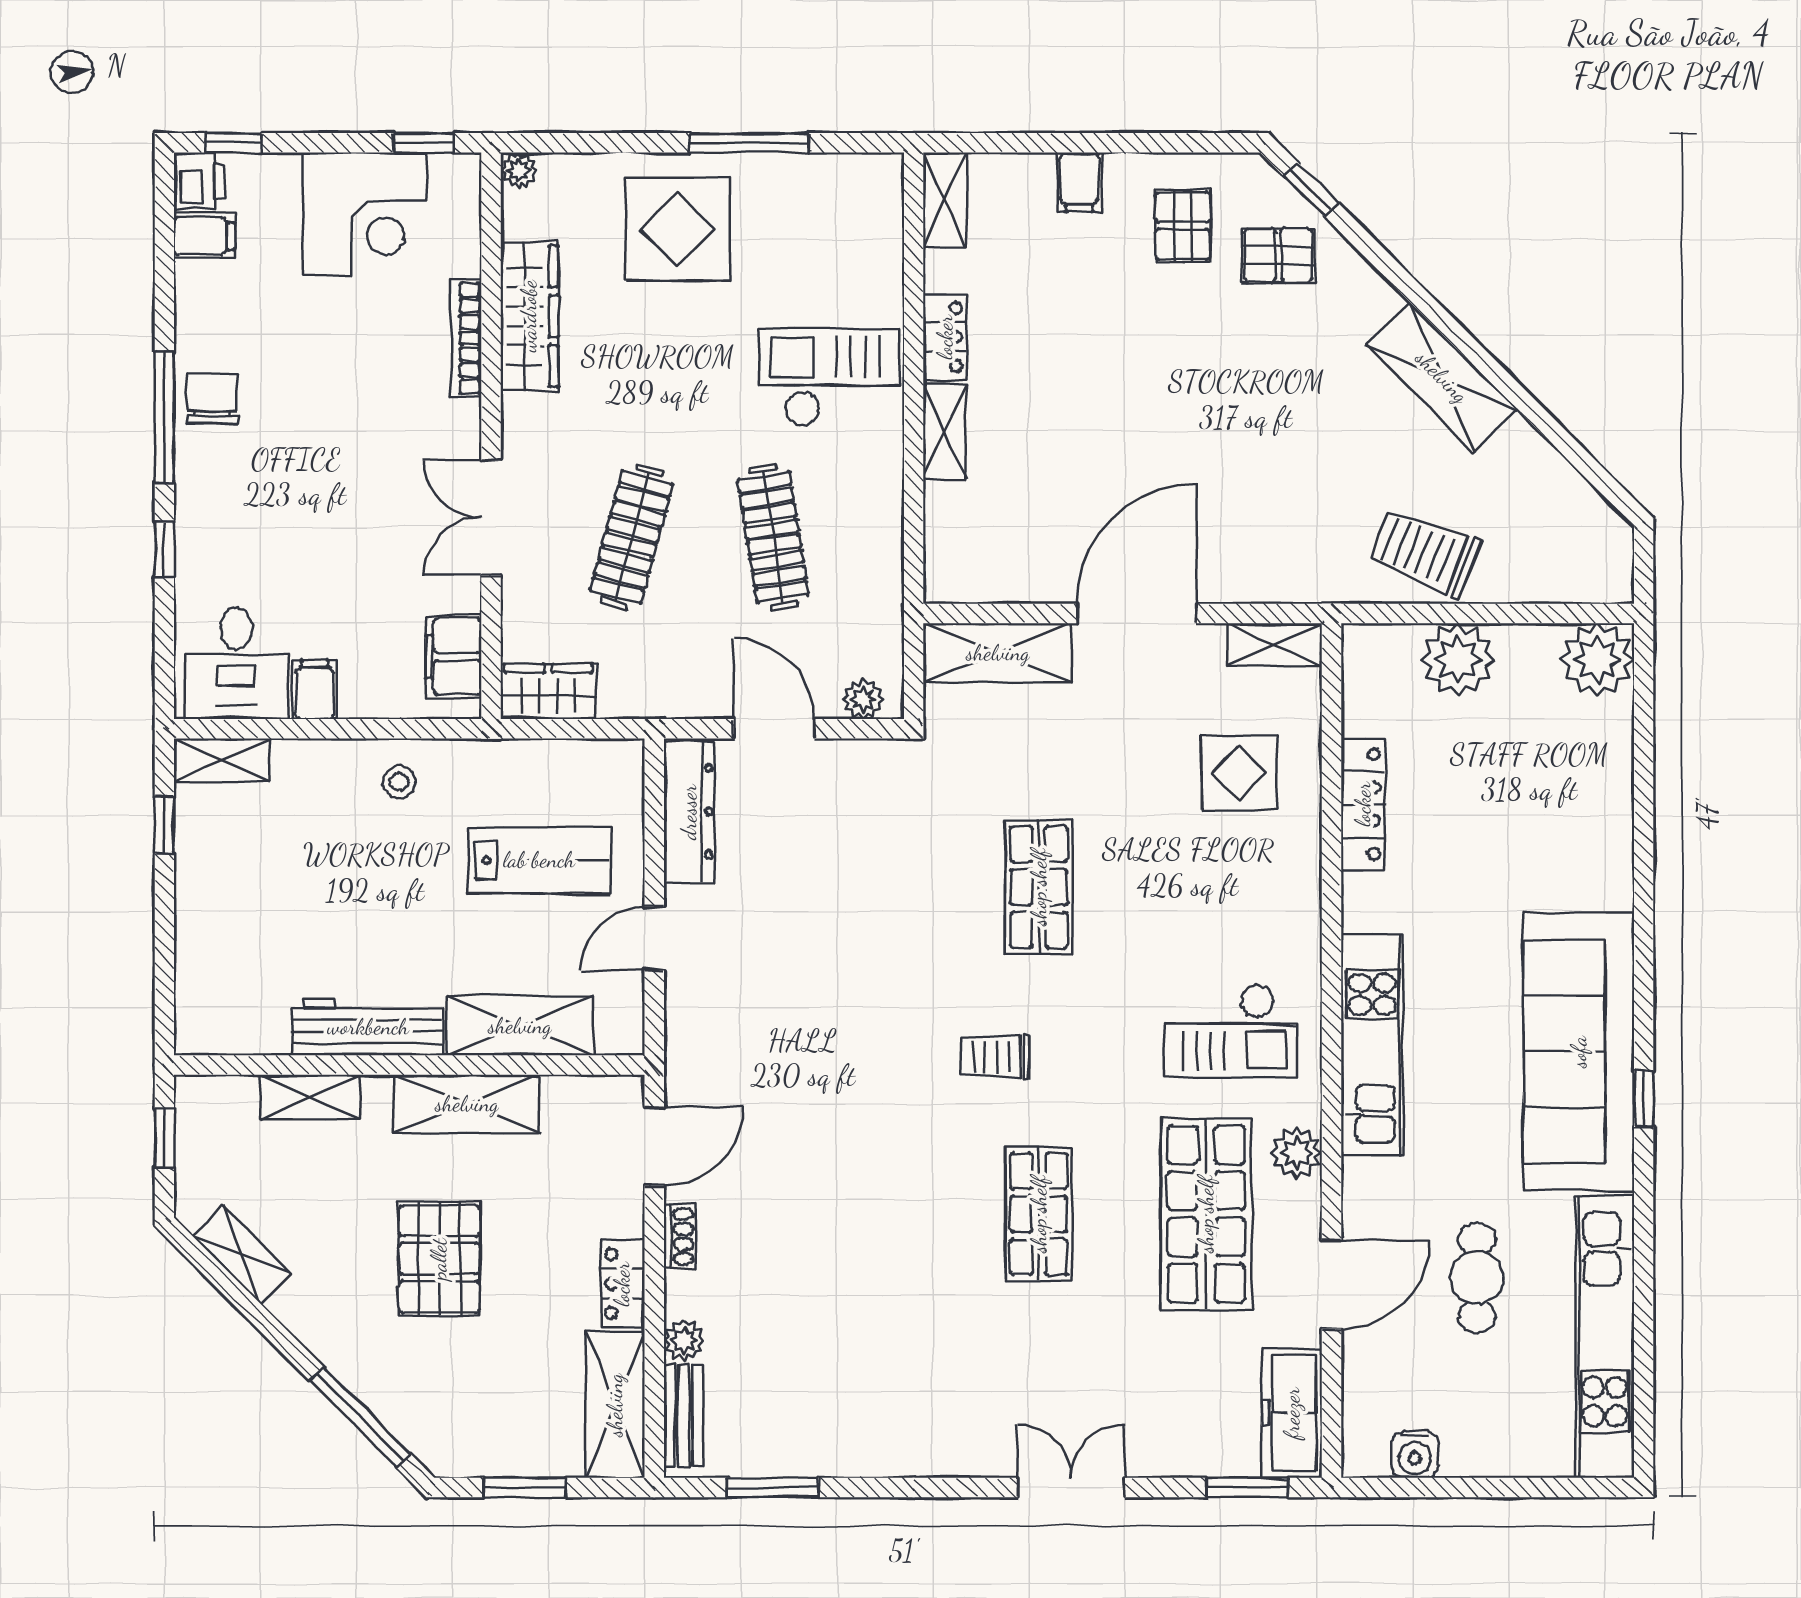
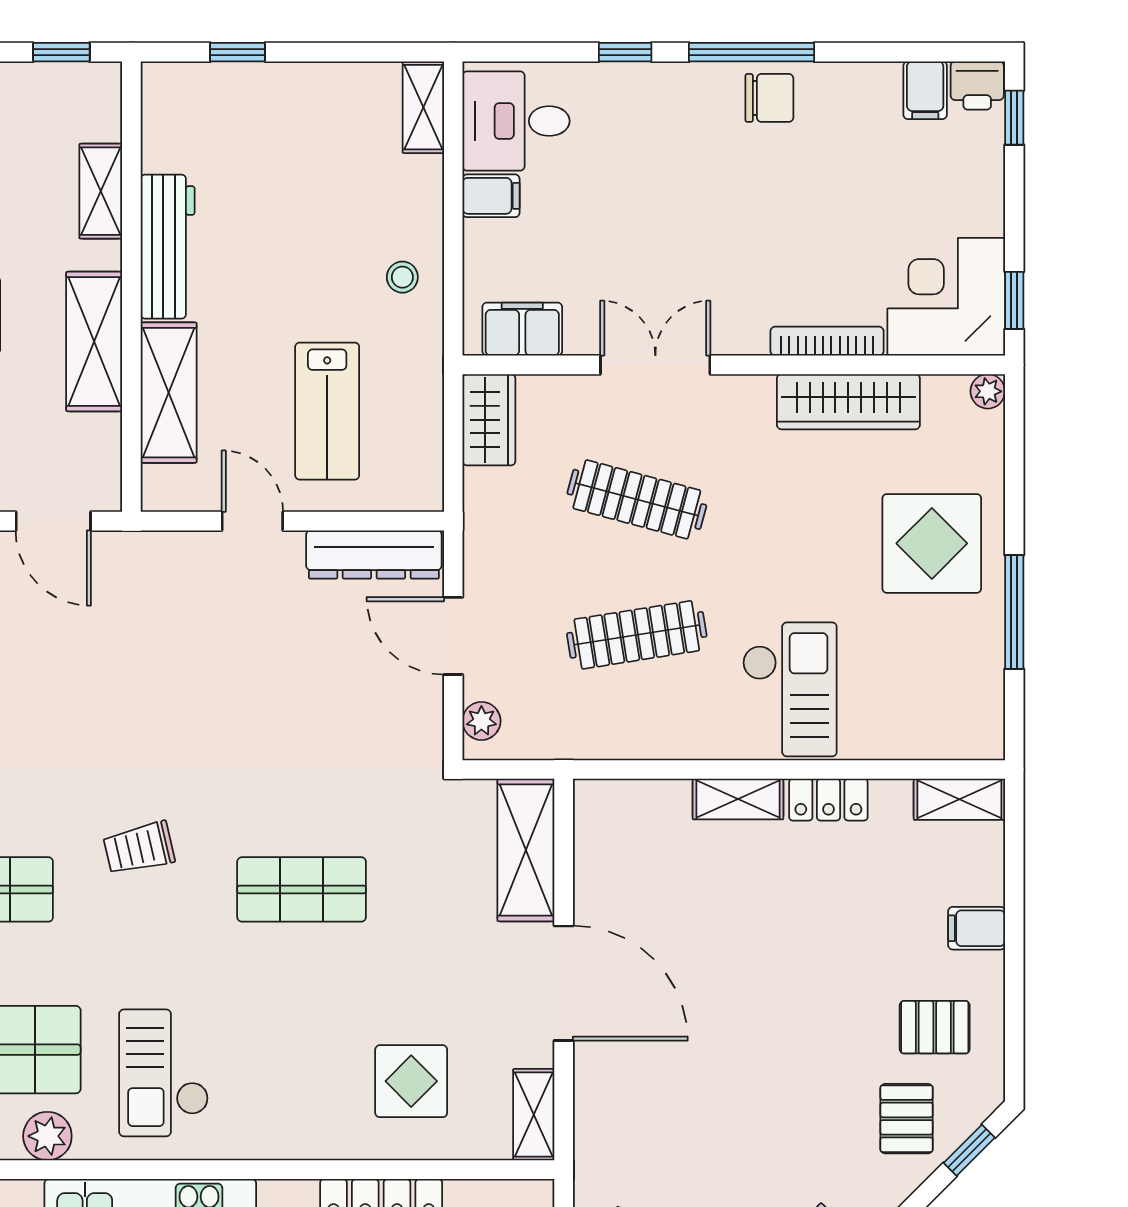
corner desk: (364, 214) -> (946, 297), moved, turned 90
door: (774, 729) -> (453, 636), swing flipped
window: (164, 825) -> (237, 52), moved
trolley: (996, 1057) -> (139, 848), turned -103

